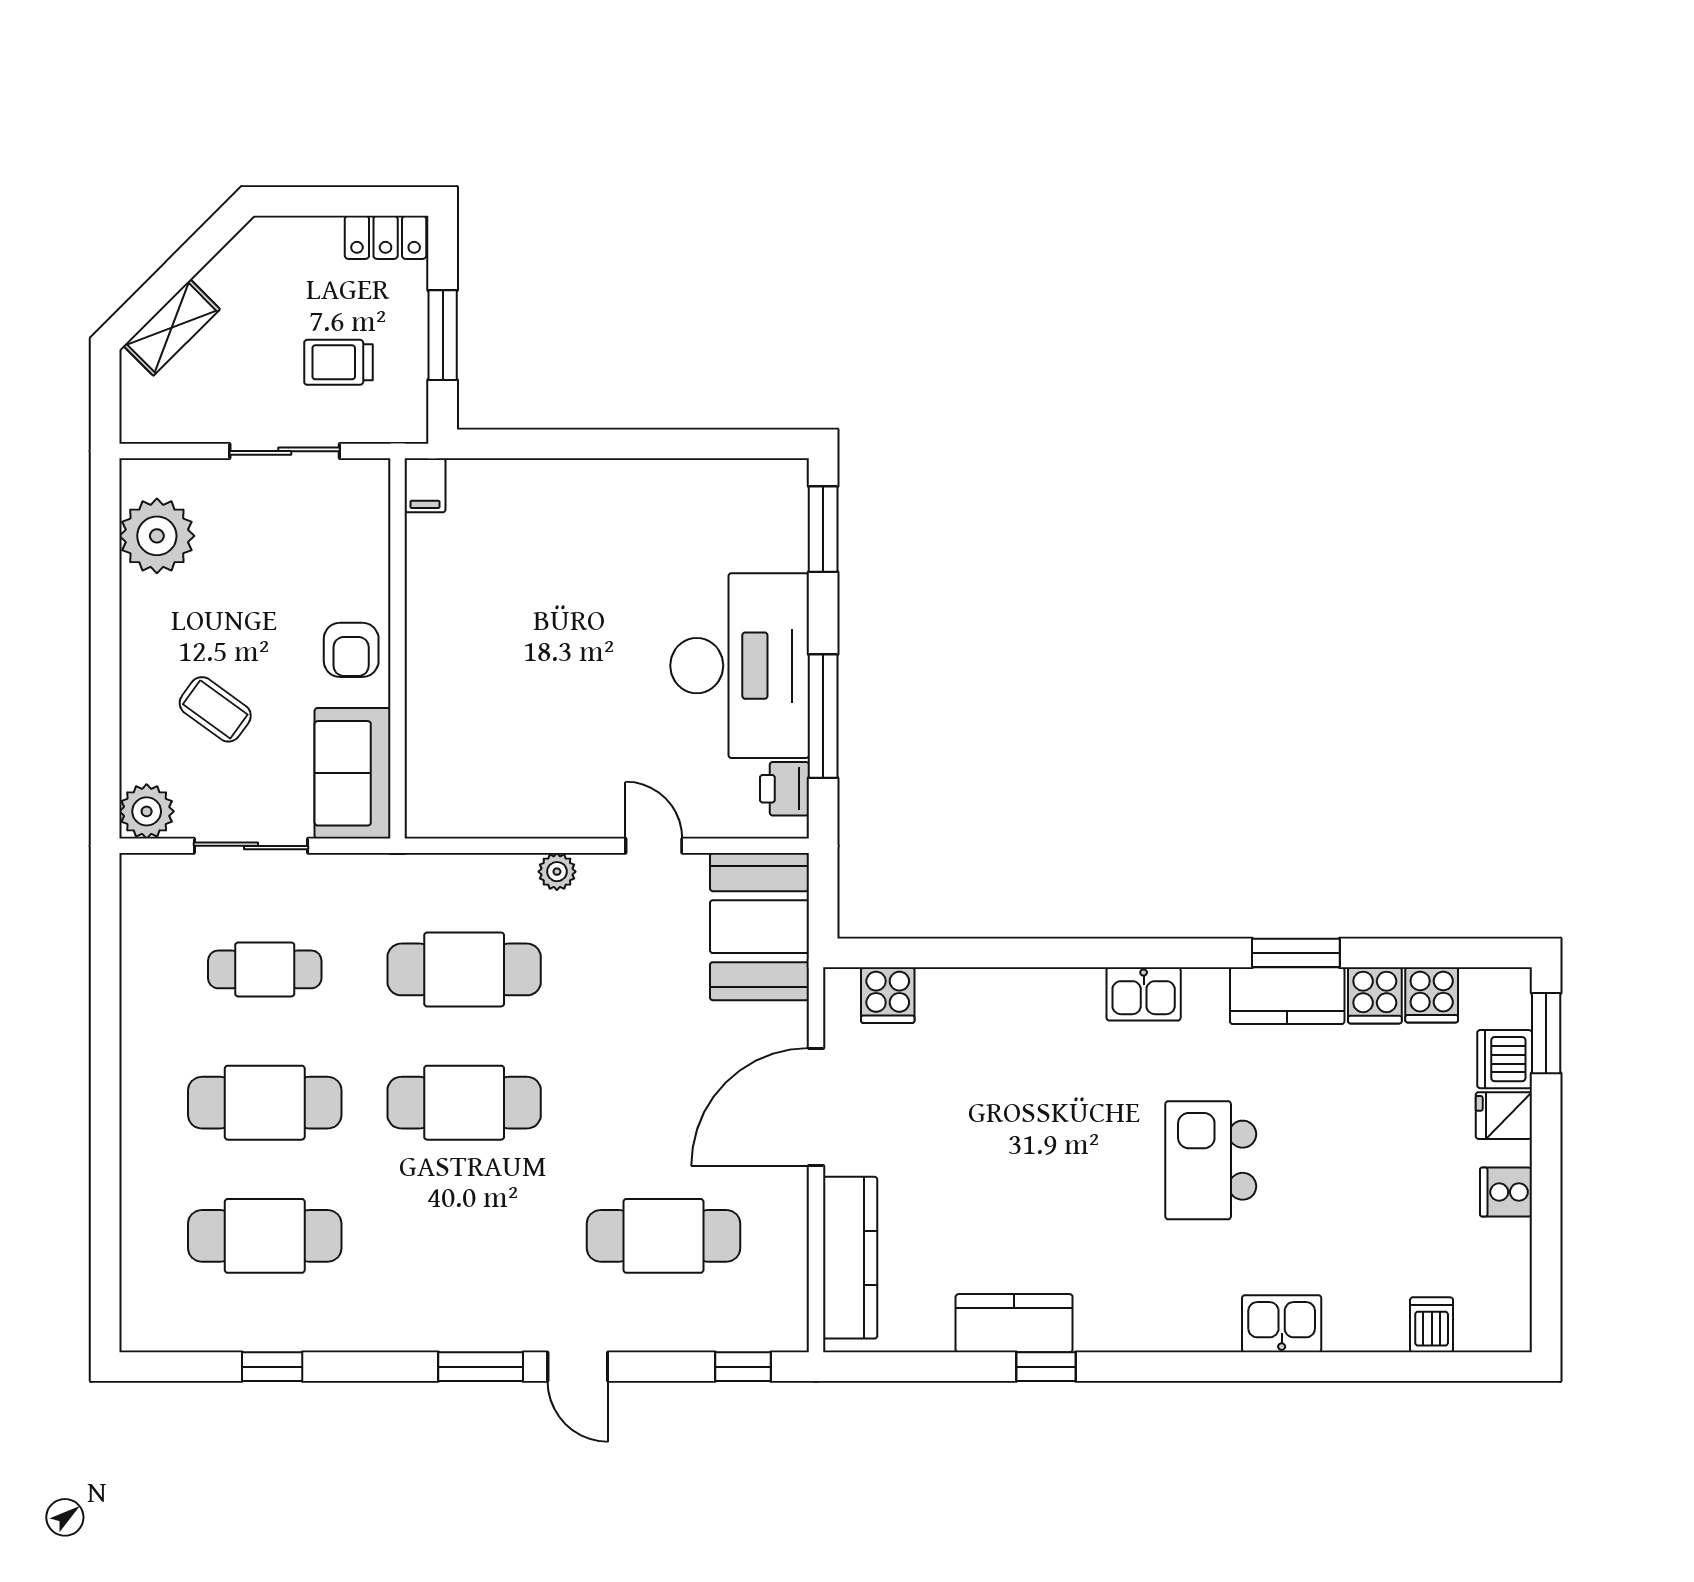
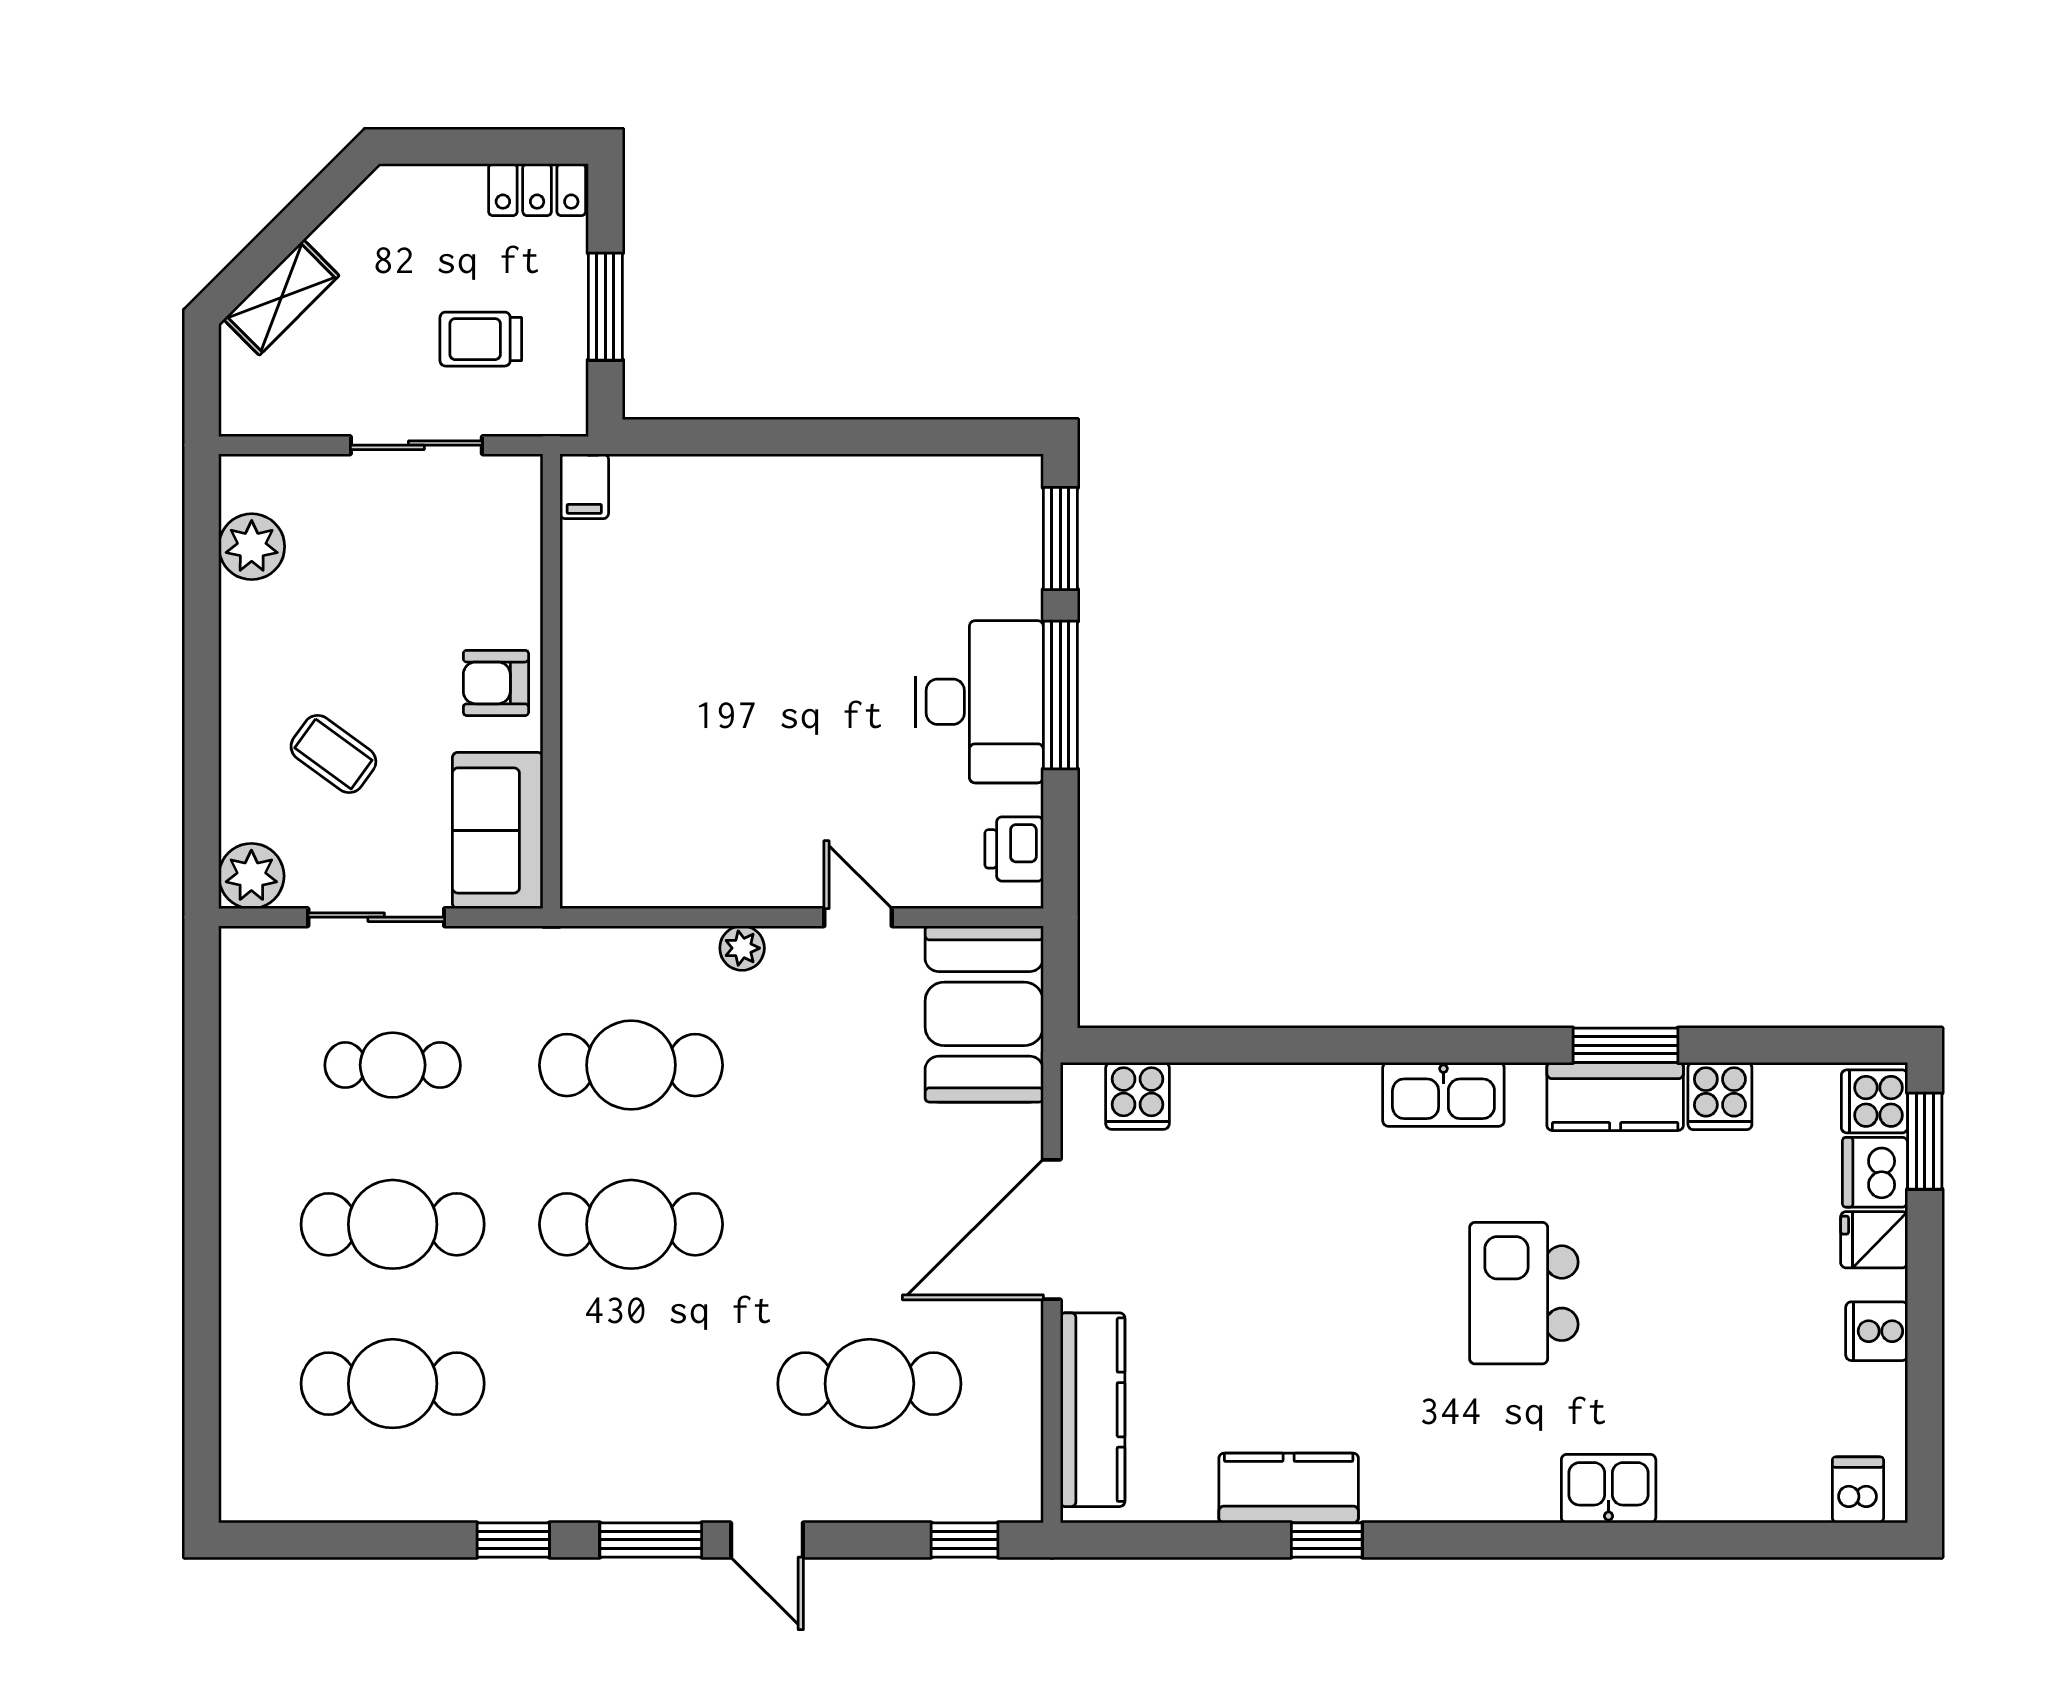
plant: (157, 536) -> (252, 547), width x0.73, depth x0.73
armchair: (351, 650) -> (496, 683), turned 90
desk: (740, 666) -> (980, 702), width x0.73, depth x0.77
window: (823, 716) -> (1060, 695), moved
kitchen sink: (1144, 994) -> (1443, 1094), width x1.38
cooker: (1432, 995) -> (1875, 1101), moved, turned 90
dishwasher: (1432, 1325) -> (1858, 1490), moved
window: (272, 1367) -> (513, 1540), moved

